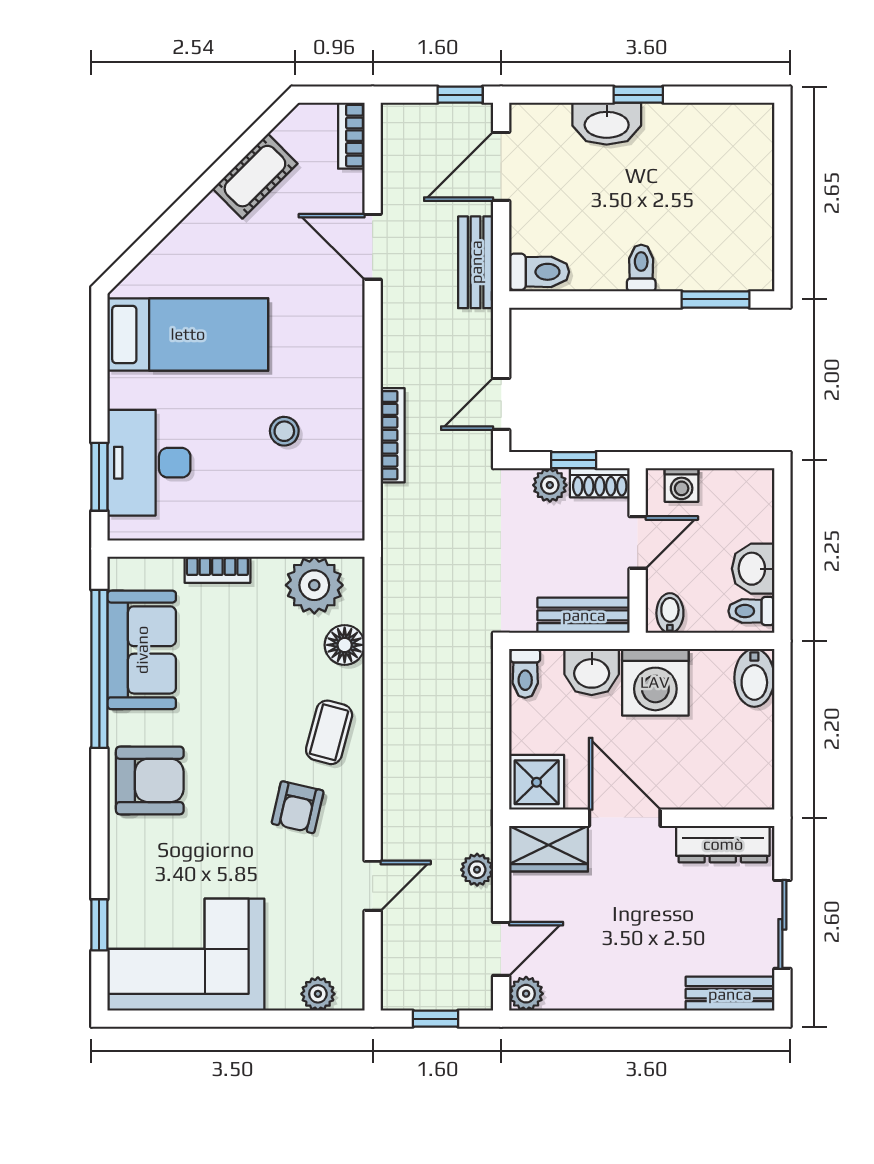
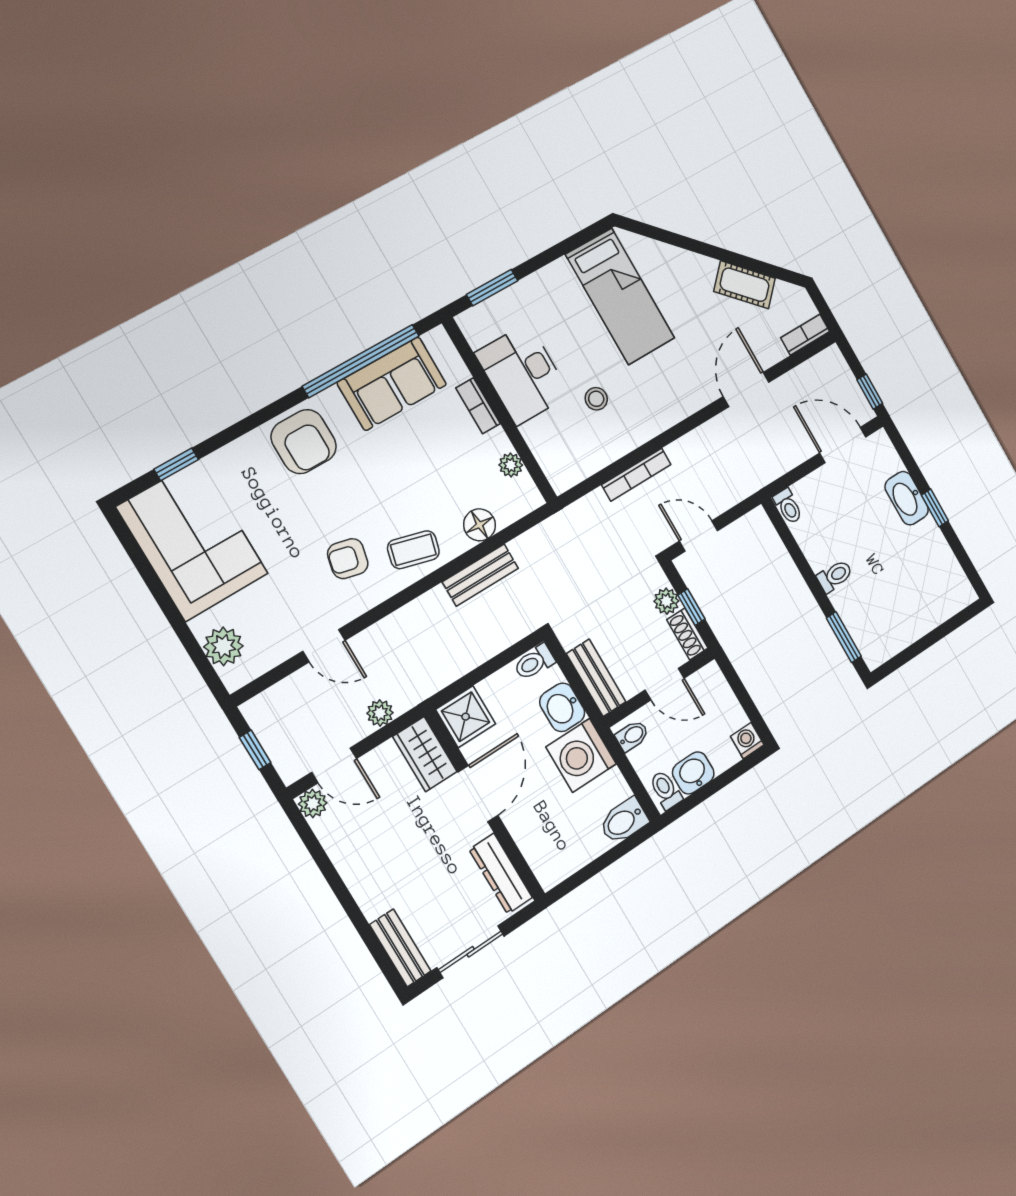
bench: (476, 262) -> (480, 575), moved
toilet: (539, 272) -> (788, 506), width x0.73, depth x0.72
desk: (149, 463) -> (523, 374), moved, turned -90
washing machine: (682, 485) -> (747, 741), moved, turned 90
plant: (314, 585) -> (511, 465), width x0.53, depth x0.53
plant: (318, 994) -> (223, 646), width x1.38, depth x1.38

